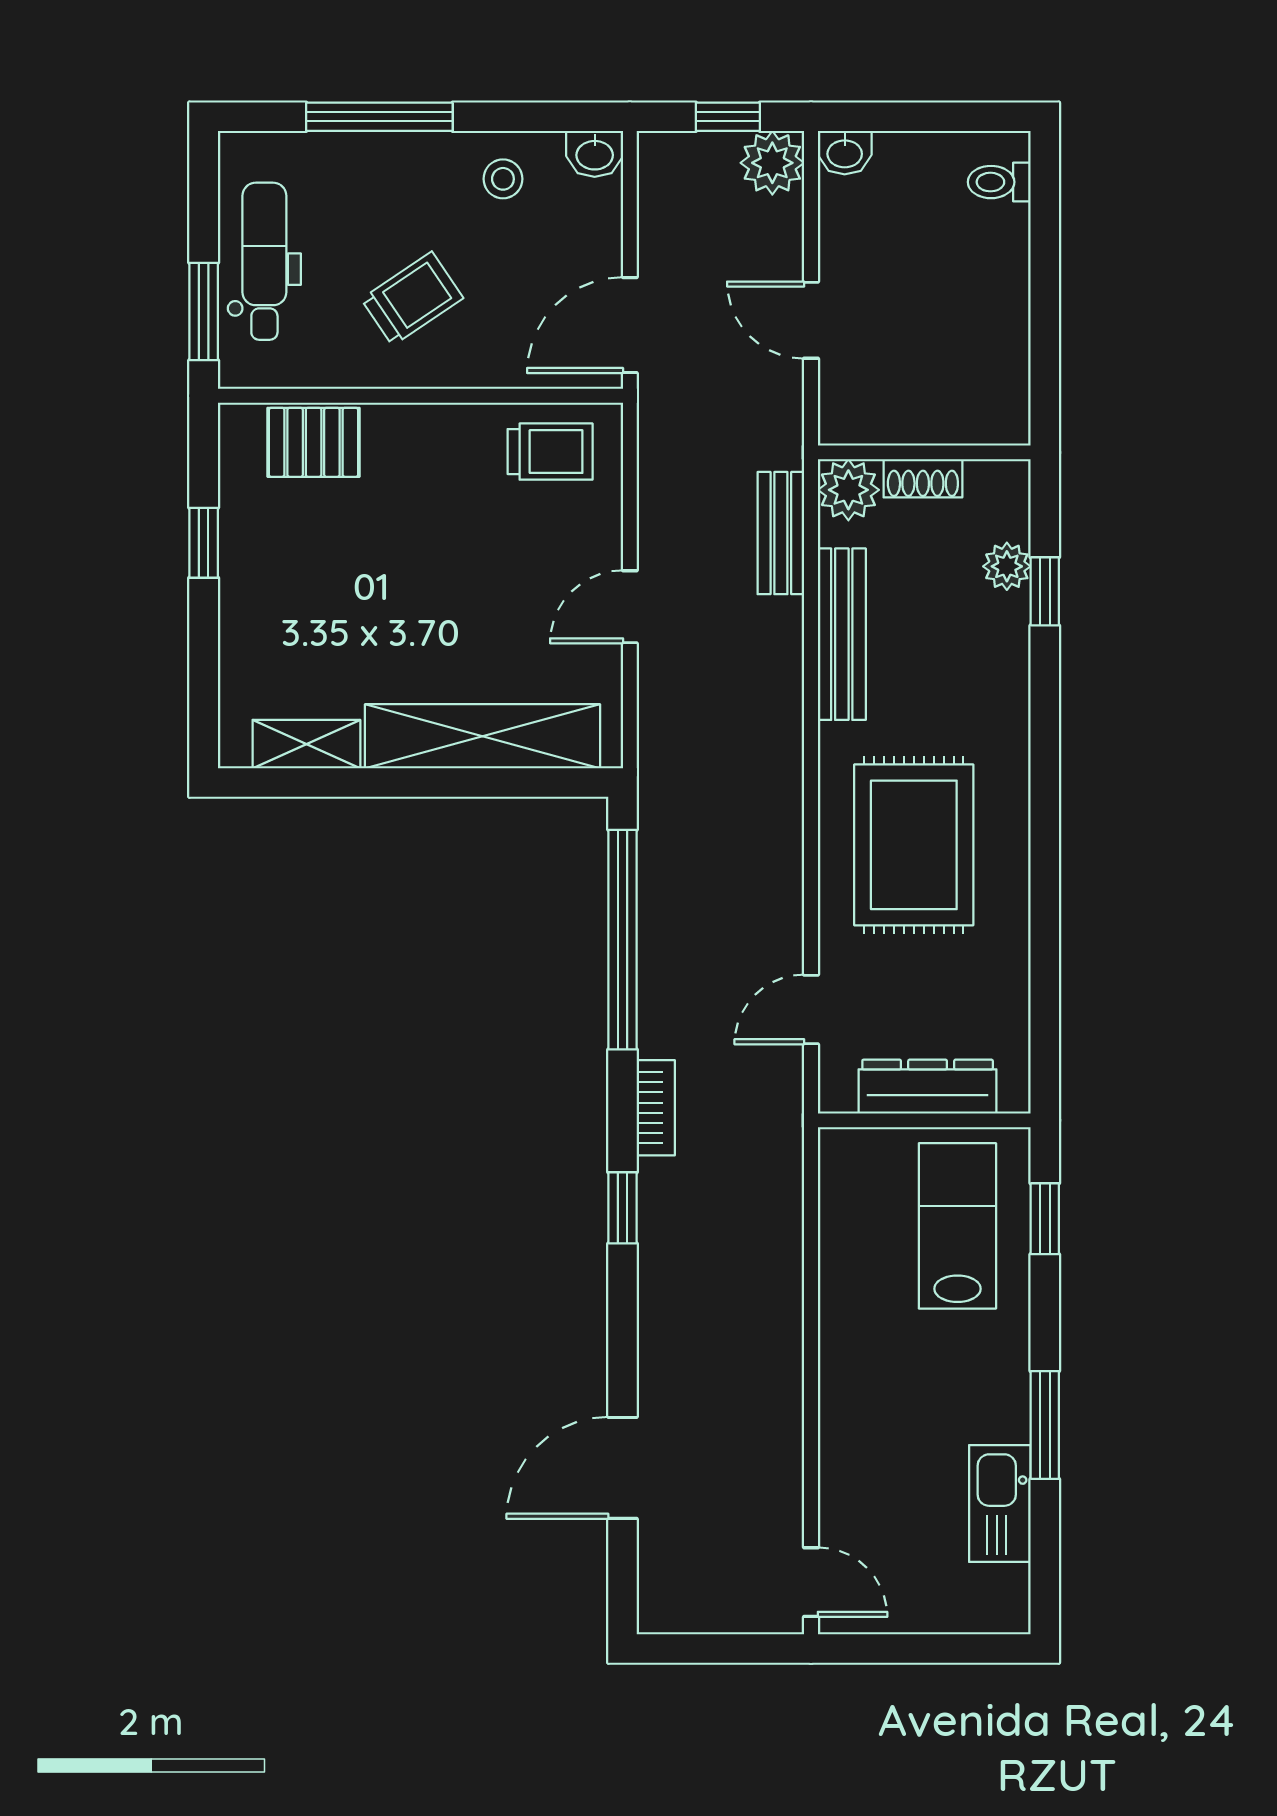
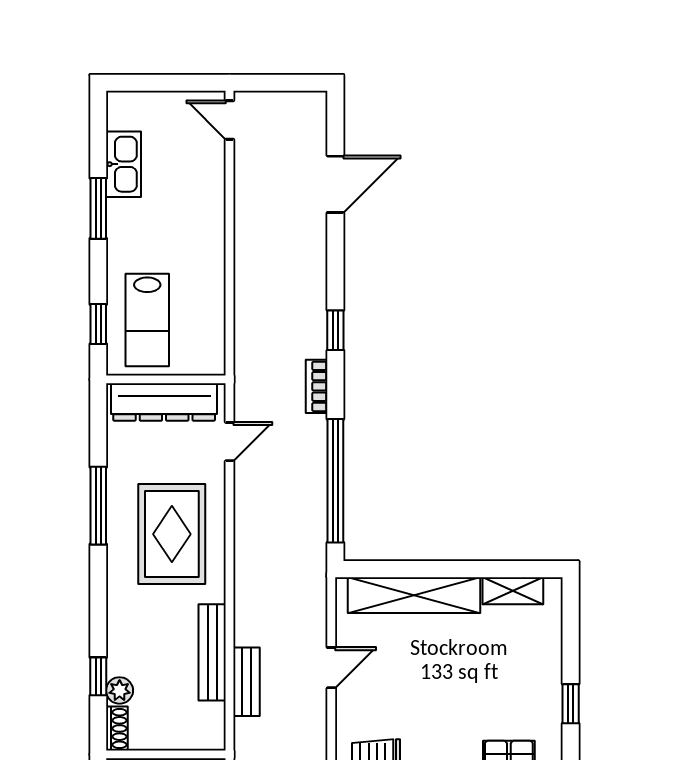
shoe rack: (923, 478) -> (117, 728), moved, turned 90
plant: (848, 490) -> (209, 733), removed
bench: (781, 533) -> (246, 682), moved
window: (1045, 895) -> (98, 506), added
dresser: (928, 1087) -> (164, 402), width x1.37, depth x1.24

